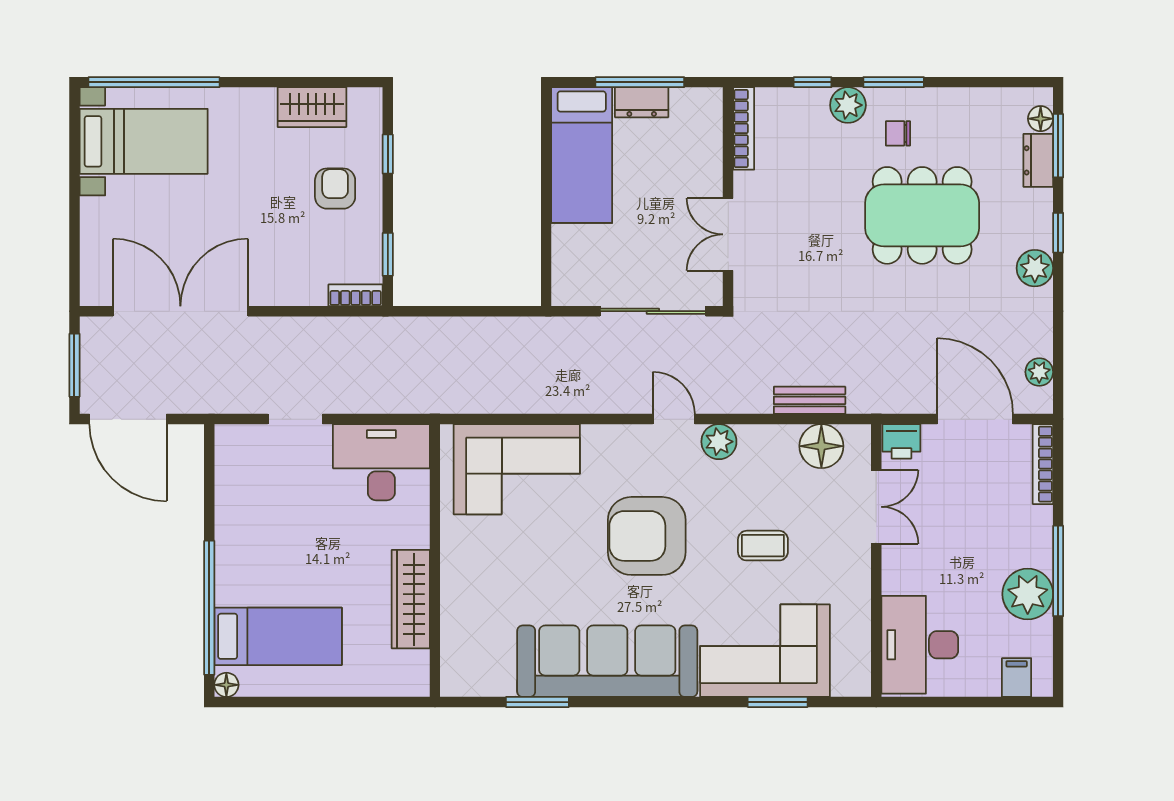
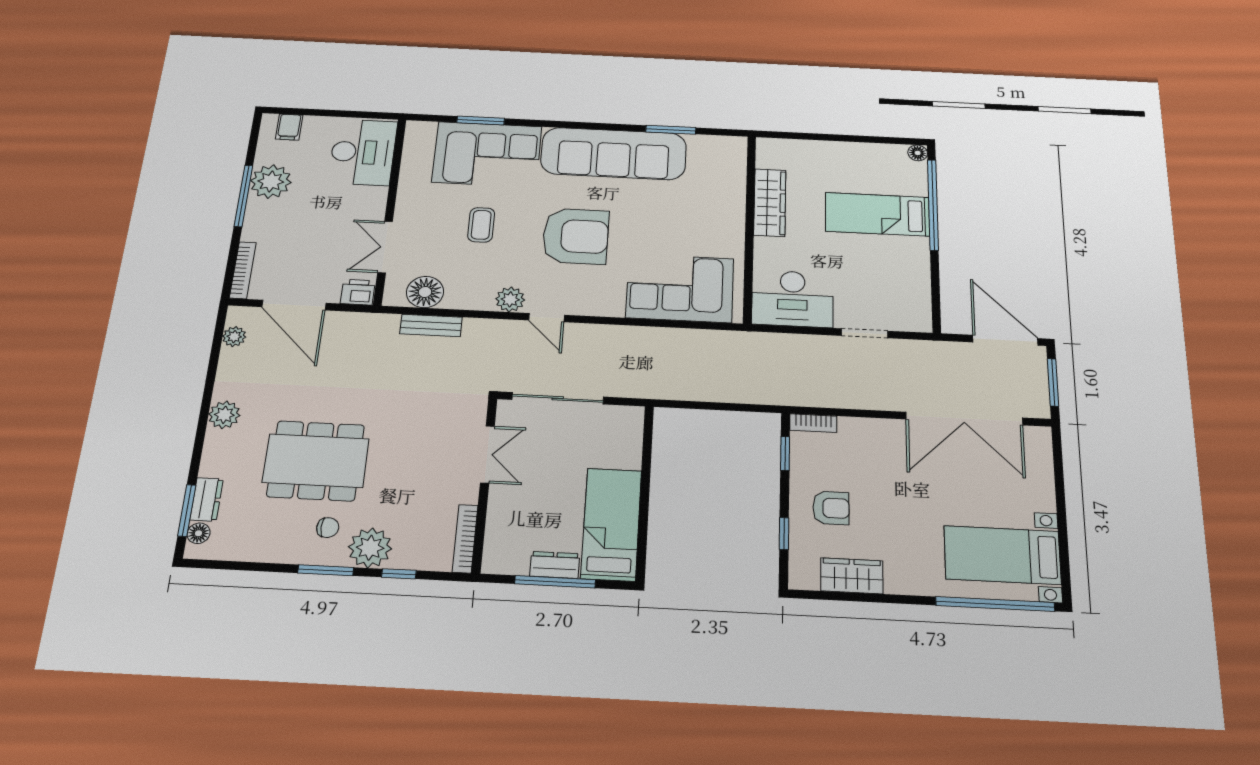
plant: (848, 105) -> (370, 548), width x1.36, depth x1.36
armchair: (335, 189) -> (831, 508), turned -90
window: (1058, 233) -> (199, 441), removed
coffee table: (763, 546) -> (481, 225), turned 90
bed: (278, 636) -> (877, 214), moved

